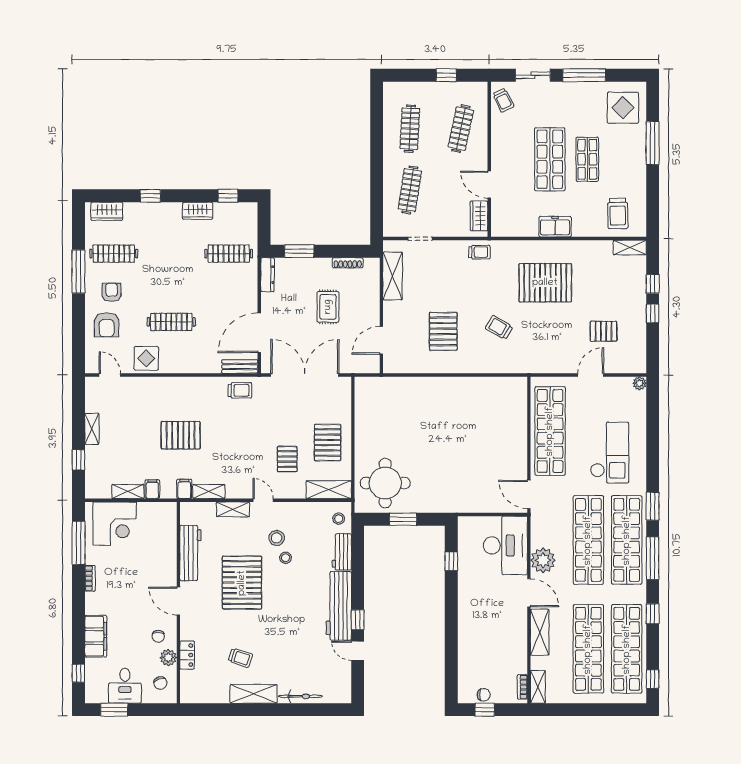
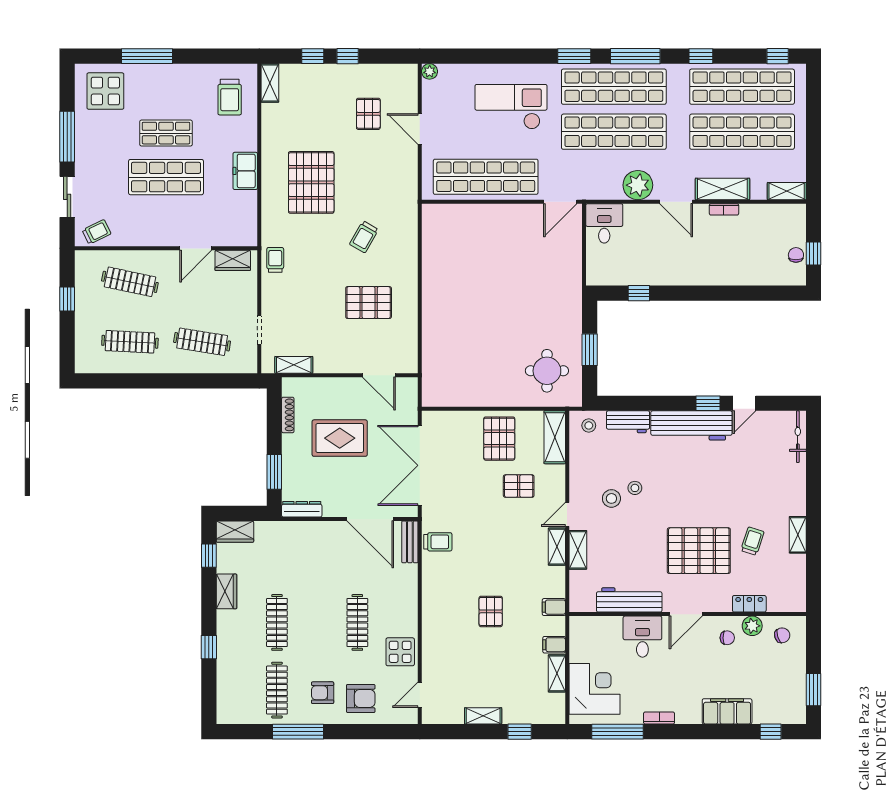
wardrobe: (107, 211) -> (235, 532), moved, turned 90
trolley: (618, 213) -> (230, 97), turned 91
clothes rail: (229, 254) -> (277, 622), moved
shelving: (393, 276) -> (294, 365), width x0.67, depth x0.75
rug: (328, 307) -> (340, 438), width x1.36, depth x1.43
trolley: (240, 390) -> (438, 542), turned 90
pallet: (181, 435) -> (491, 611), width x0.67, depth x0.71
pallet: (328, 443) -> (499, 439), turned 90
round table: (385, 483) -> (547, 371), width x0.73, depth x0.73
shelving: (209, 492) -> (557, 547), moved
desk: (505, 545) -> (604, 223), width x0.53, depth x0.77
pallet: (242, 583) -> (699, 551), moved
door: (529, 593) -> (676, 202), swing flipped
desk: (125, 686) -> (642, 637), moved, turned -90
bookcase: (522, 687) -> (724, 209), moved
shelving: (254, 694) -> (798, 535), width x0.67, depth x0.75
bicycle: (300, 696) -> (798, 437), moved

